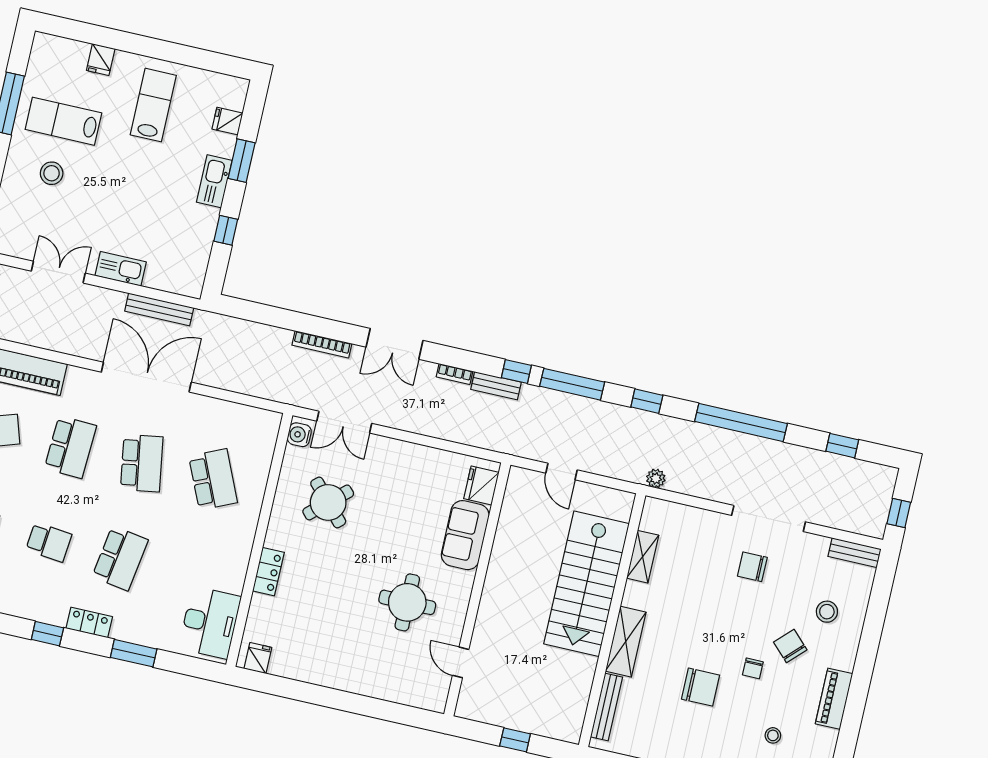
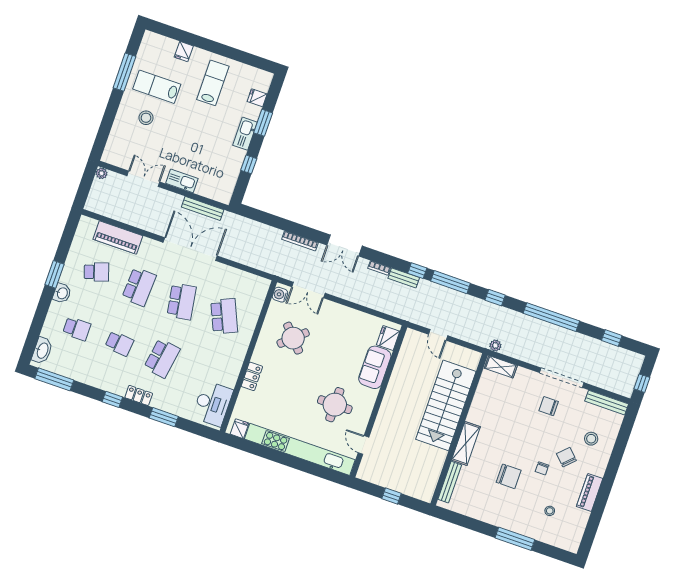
bench: (854, 553) -> (607, 403), width x1.36
shelving: (643, 557) -> (501, 367), moved, turned 90
kitchen unit: (359, 681) -> (300, 449), added

